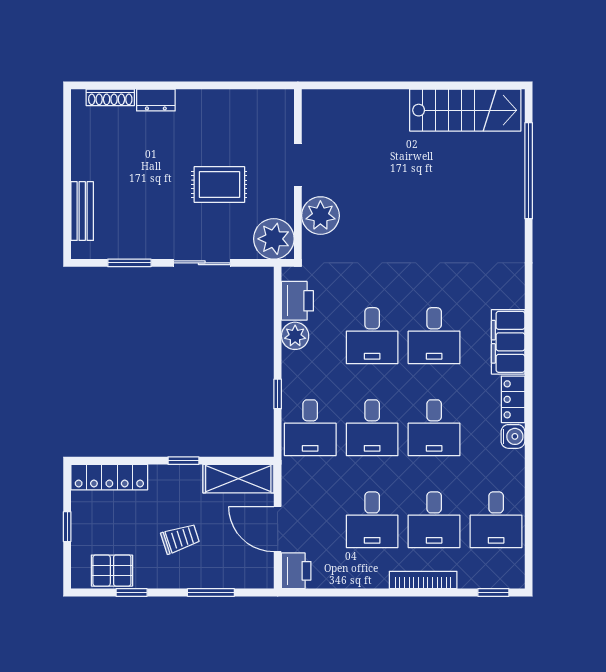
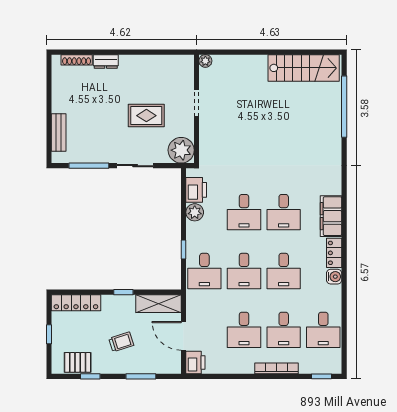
plant: (320, 216) -> (205, 61), moved, width x0.53, depth x0.53
window: (129, 263) -> (89, 166), width x1.44

